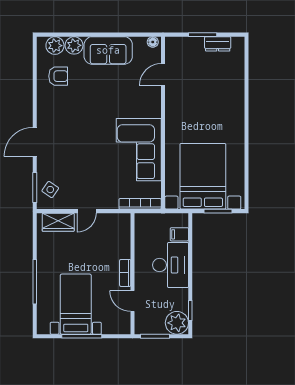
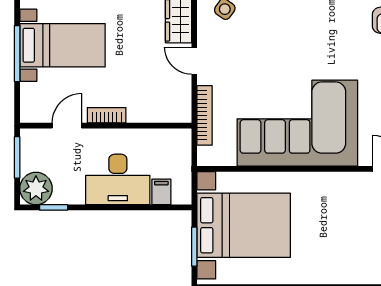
corner sofa: (139, 150) -> (297, 123), width x1.36, depth x1.36
bookcase: (140, 204) -> (205, 115), moved

